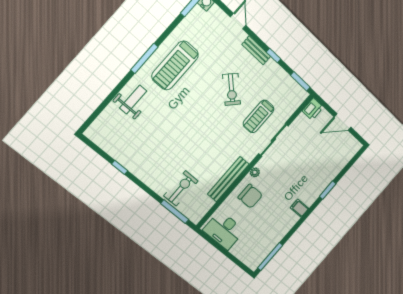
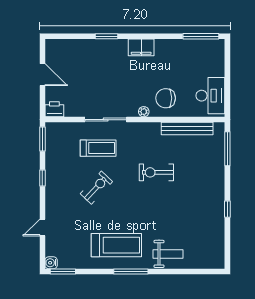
bench: (256, 50) -> (51, 195), removed
weight bench: (133, 99) -> (168, 254), turned 180
window: (120, 167) -> (227, 209), moved
bench: (228, 179) -> (187, 129), moved
exercise bike: (181, 188) -> (156, 172), moved
chair: (250, 196) -> (166, 98), turned -90
filing cabinet: (299, 208) -> (141, 47), width x2.00

